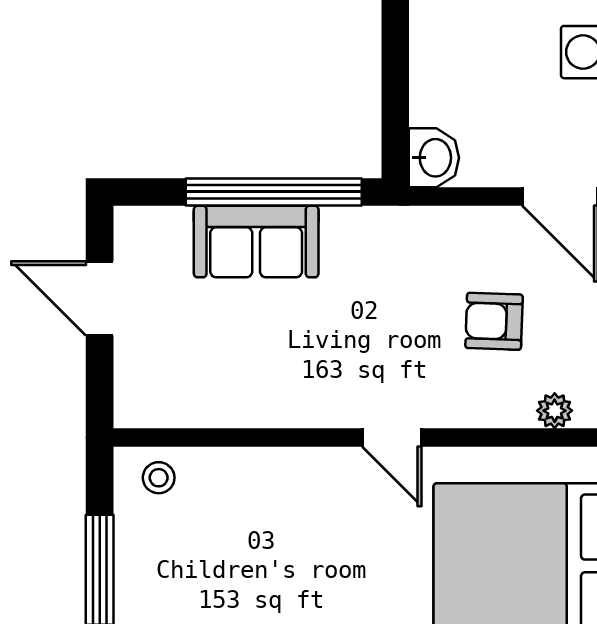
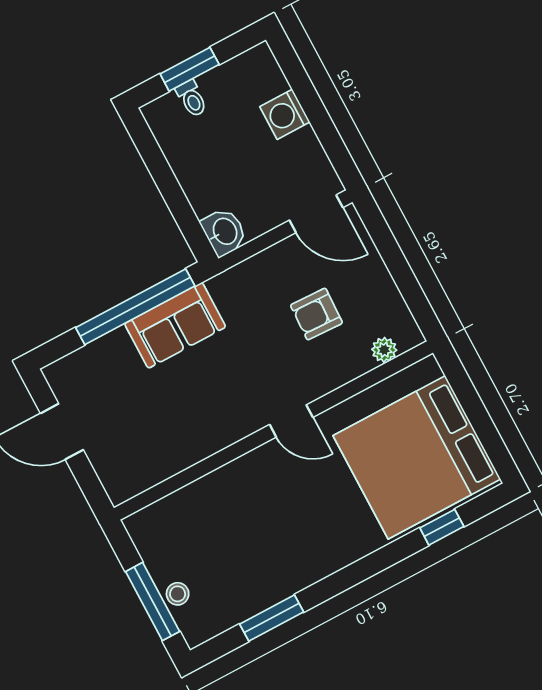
sofa: (256, 242) -> (175, 325), moved
stool: (159, 478) -> (178, 594), moved

